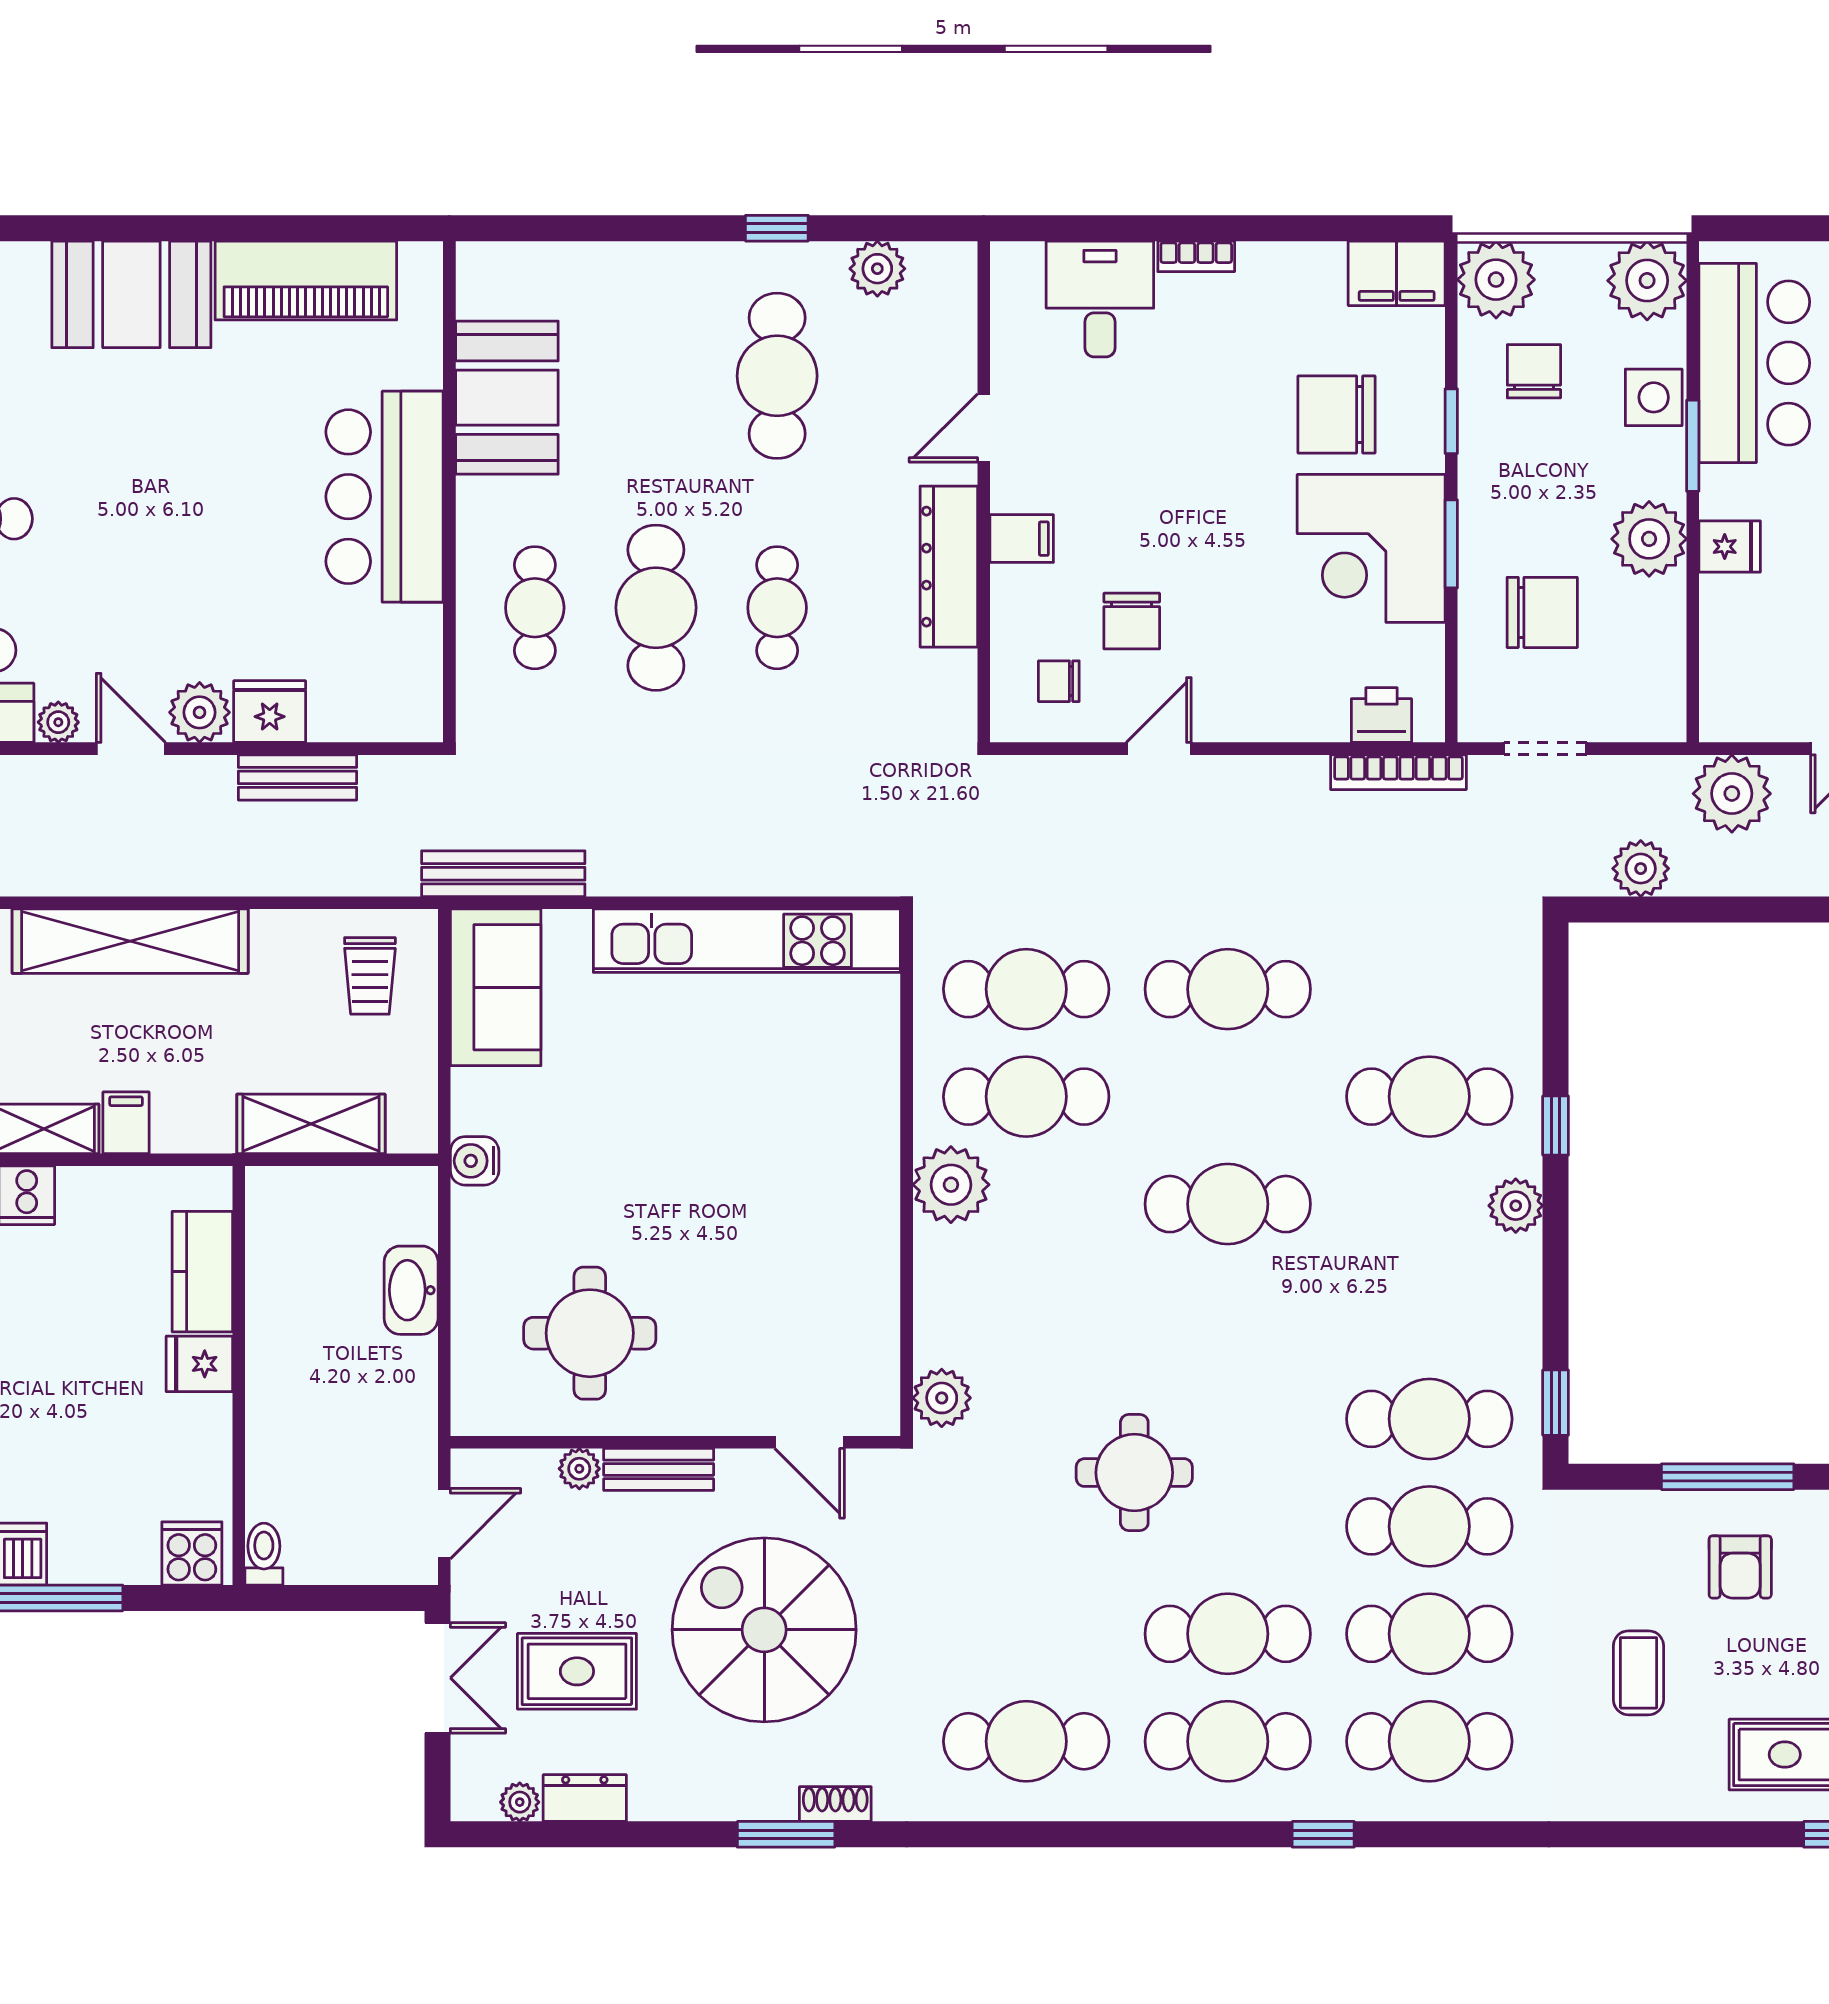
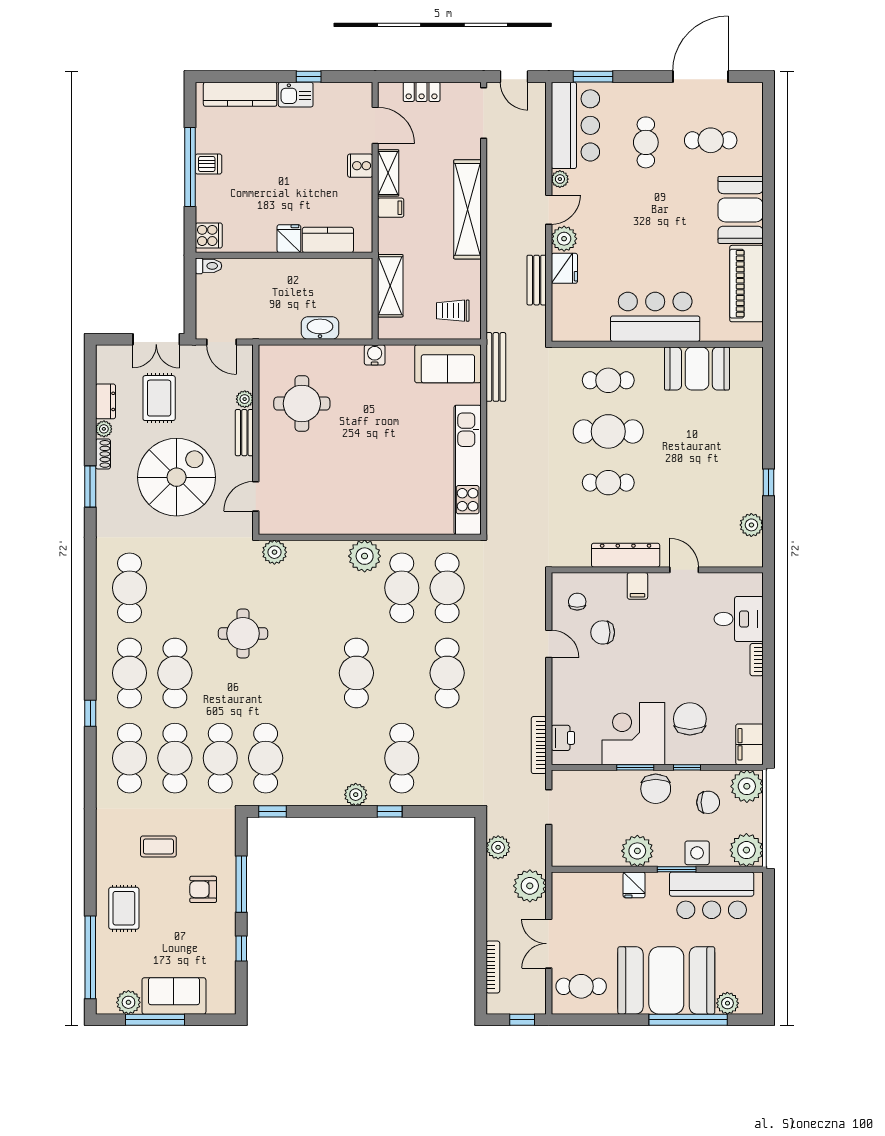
cafe table: (777, 376) -> (706, 483), removed
chair: (1542, 612) -> (656, 789), moved
plant: (520, 1802) -> (104, 429), moved
shoe rack: (835, 1804) -> (103, 454), moved

